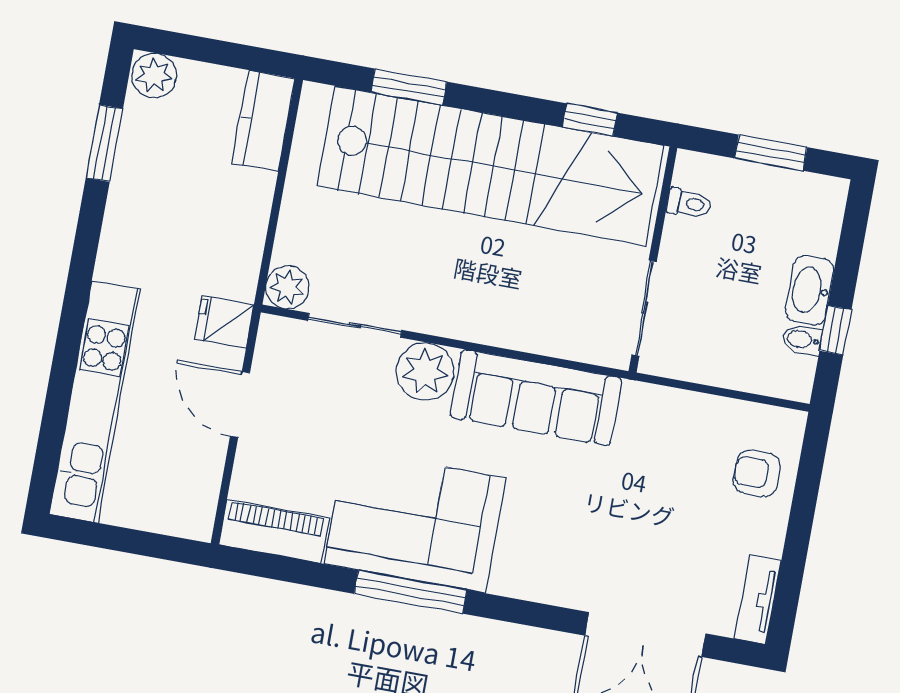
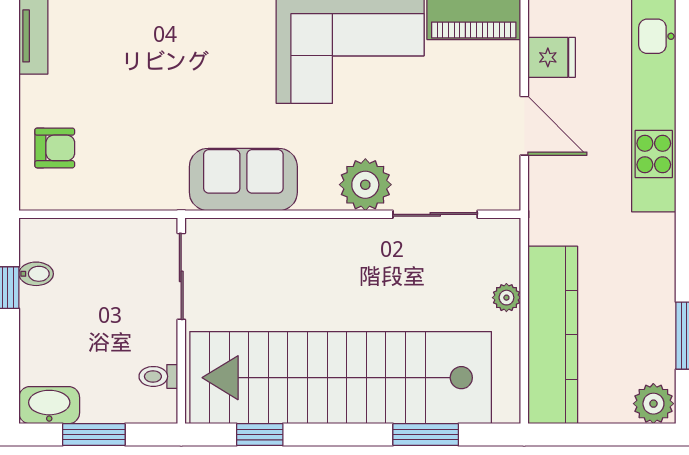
kitchen counter: (263, 121) -> (553, 335), width x2.08, depth x1.17
plant: (287, 287) -> (506, 298), moved, width x0.73, depth x0.73
washbasin: (810, 290) -> (49, 405), moved, turned -90
fridge: (224, 322) -> (552, 57), moved
sofa: (536, 398) -> (243, 180), width x0.73

